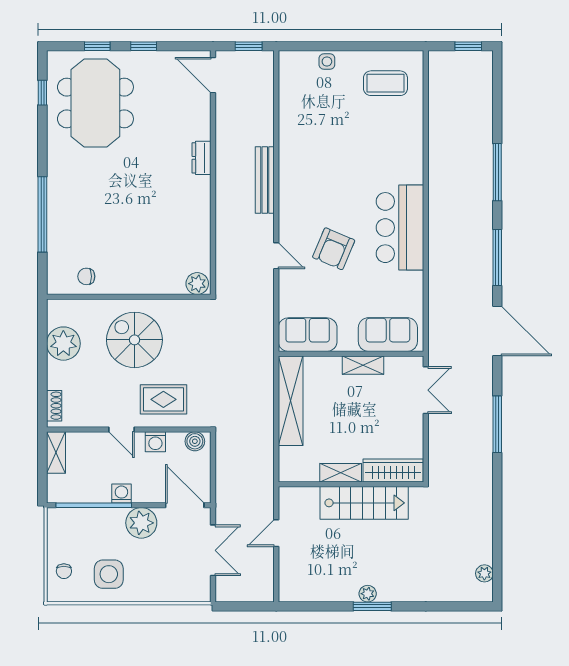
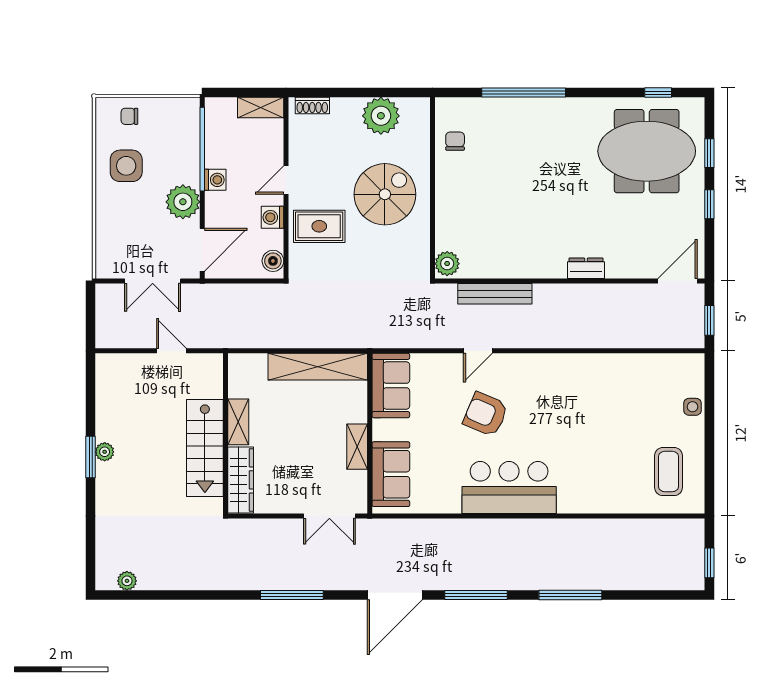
bench: (265, 180) -> (495, 294), moved
rug: (163, 399) -> (319, 226), turned 90

